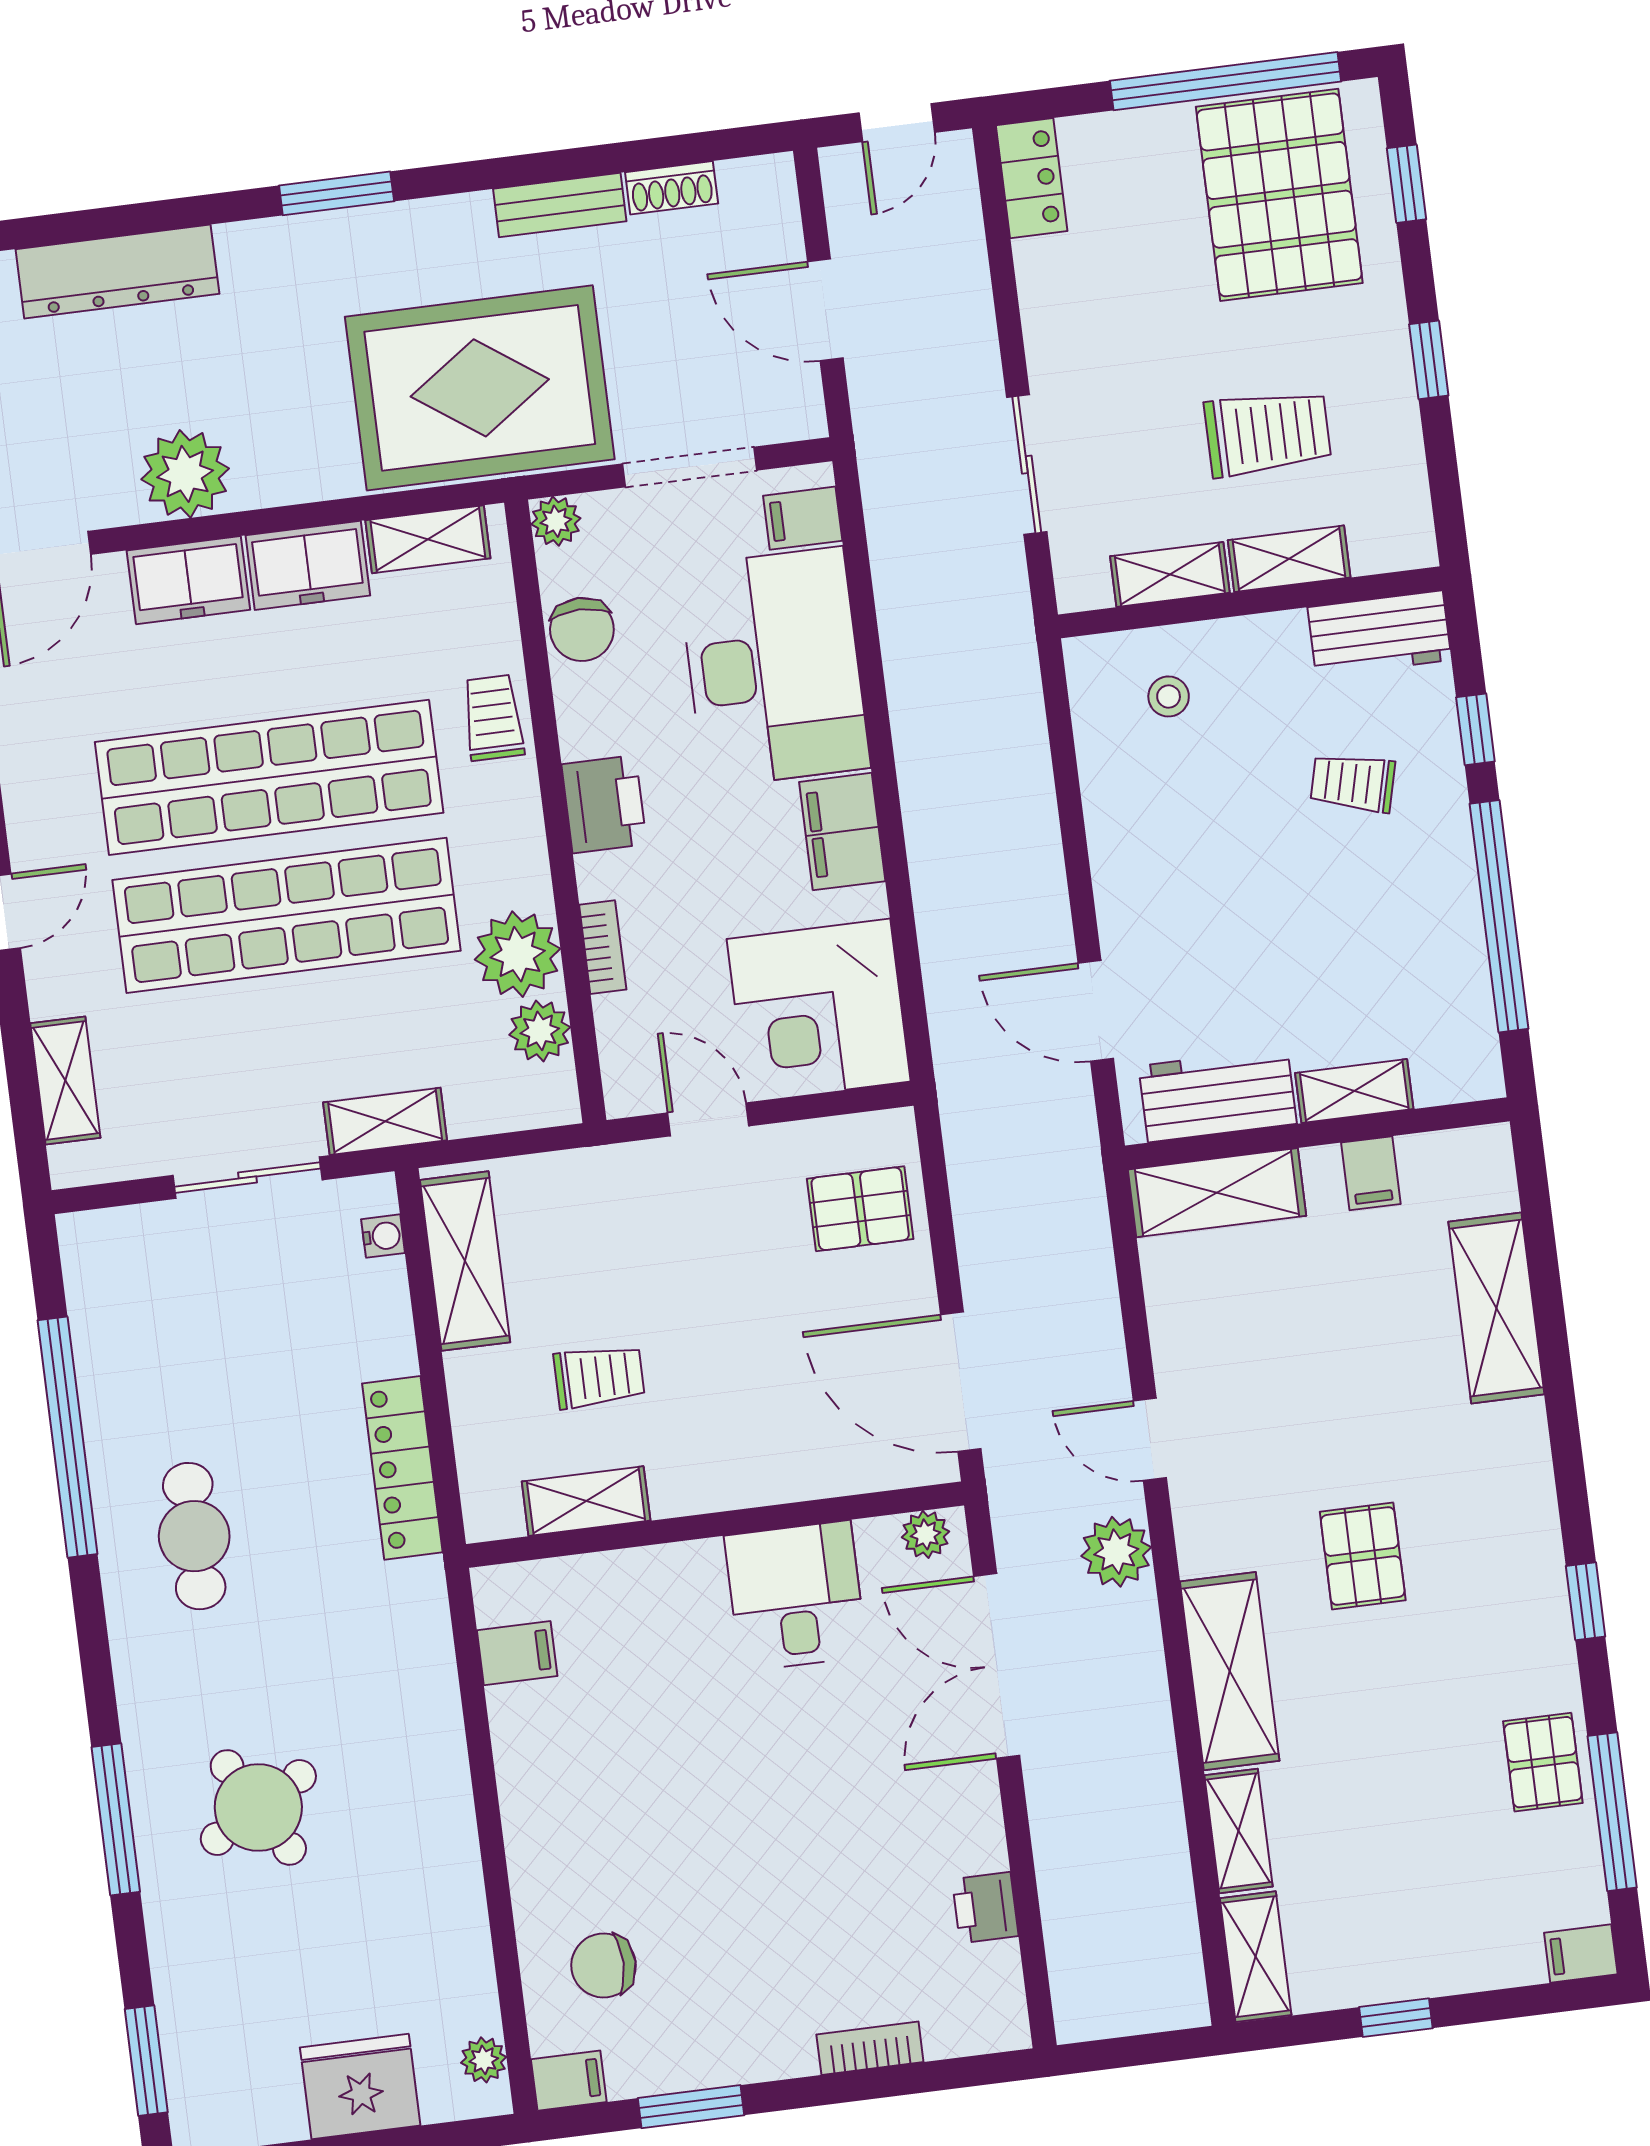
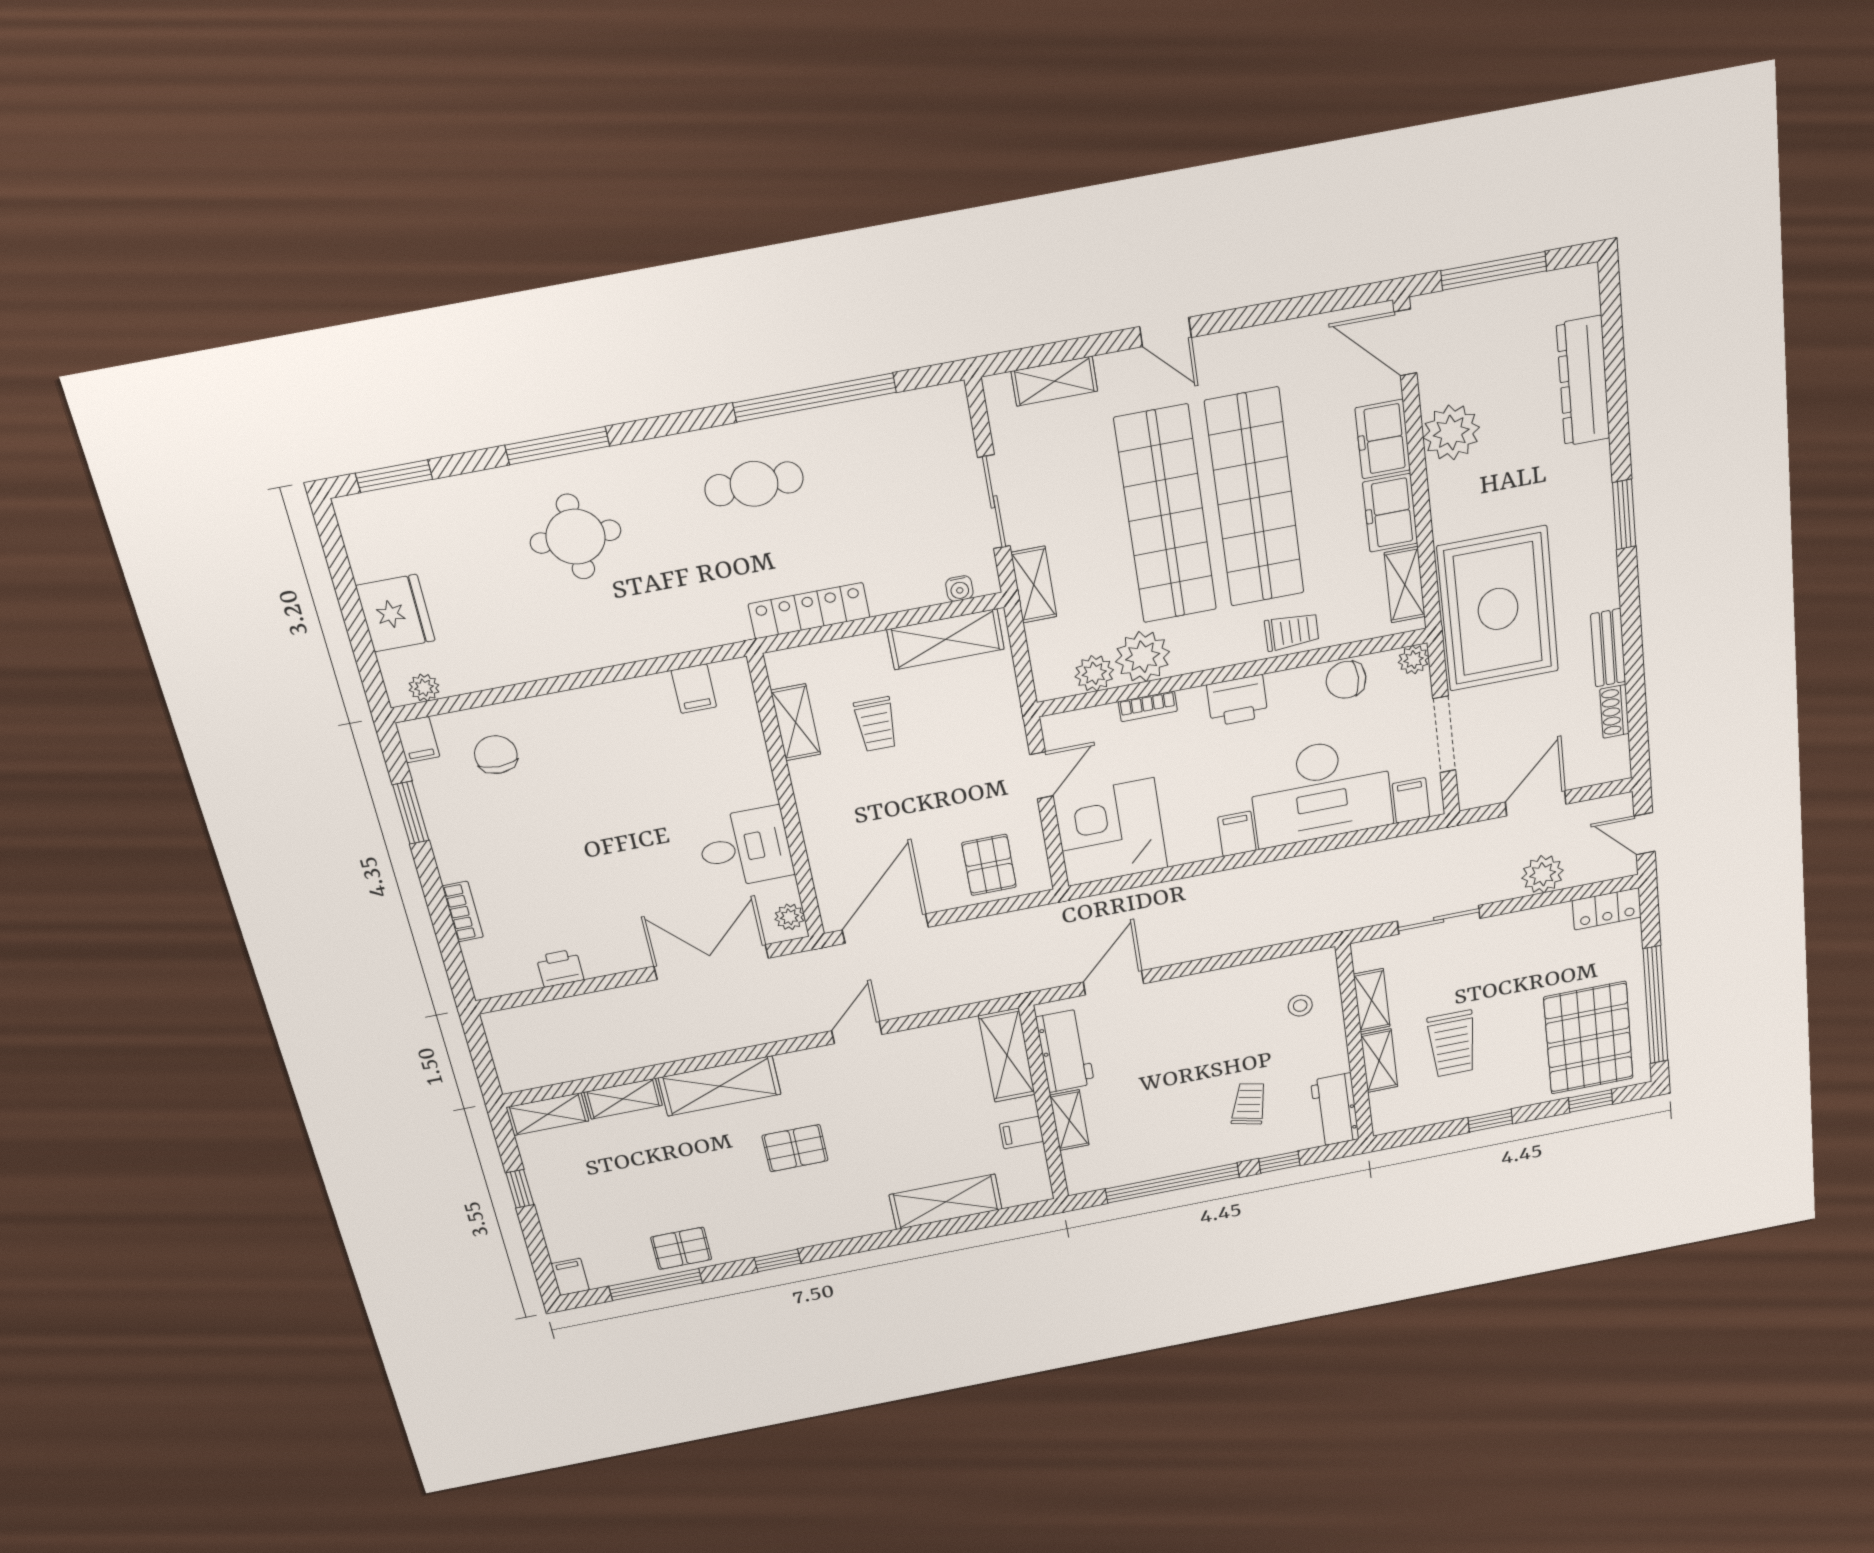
pallet: (1279, 195) -> (1588, 1038), turned 90
filing cabinet: (842, 832) -> (1237, 834), width x0.50
plant: (1116, 1552) -> (1543, 874), moved
round table: (258, 1807) -> (575, 537), turned 30

